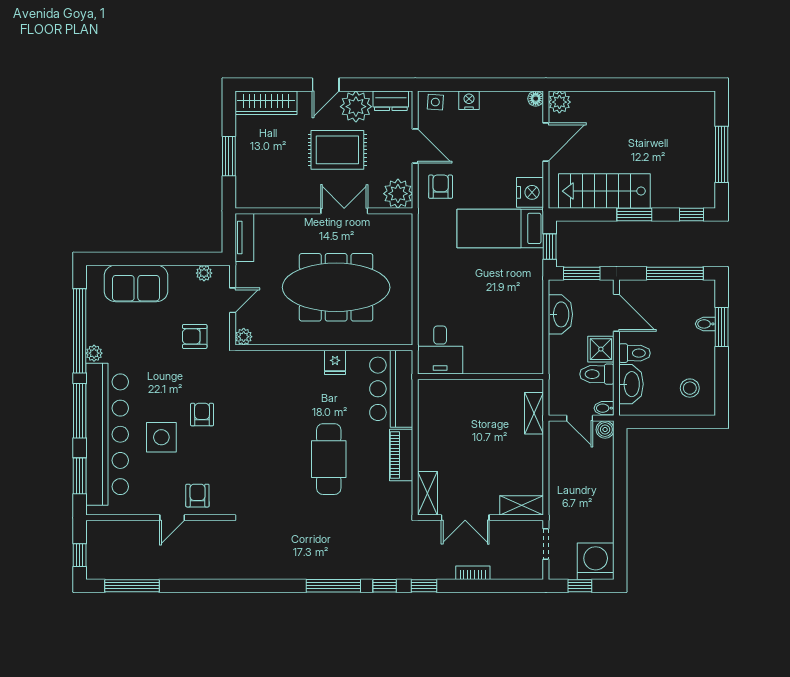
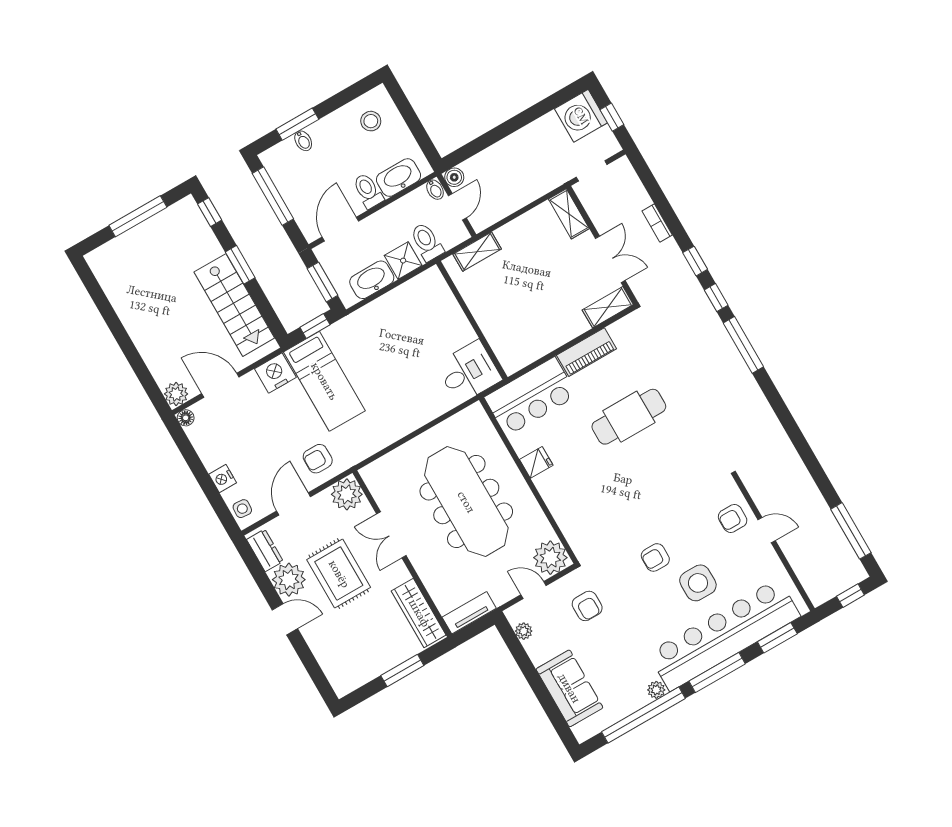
wardrobe: (266, 103) -> (419, 613), moved, turned 180
plant: (244, 337) -> (550, 558), width x1.87, depth x1.87
shower: (601, 349) -> (403, 261), moved
toilet: (597, 374) -> (427, 242), moved, turned 180

